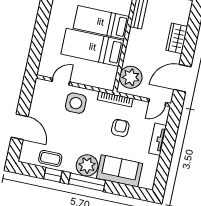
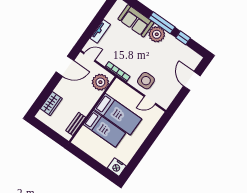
wardrobe: (177, 38) -> (51, 104), moved
armchair: (120, 128) -> (123, 50), removed
coffee table: (50, 158) -> (180, 50), removed

